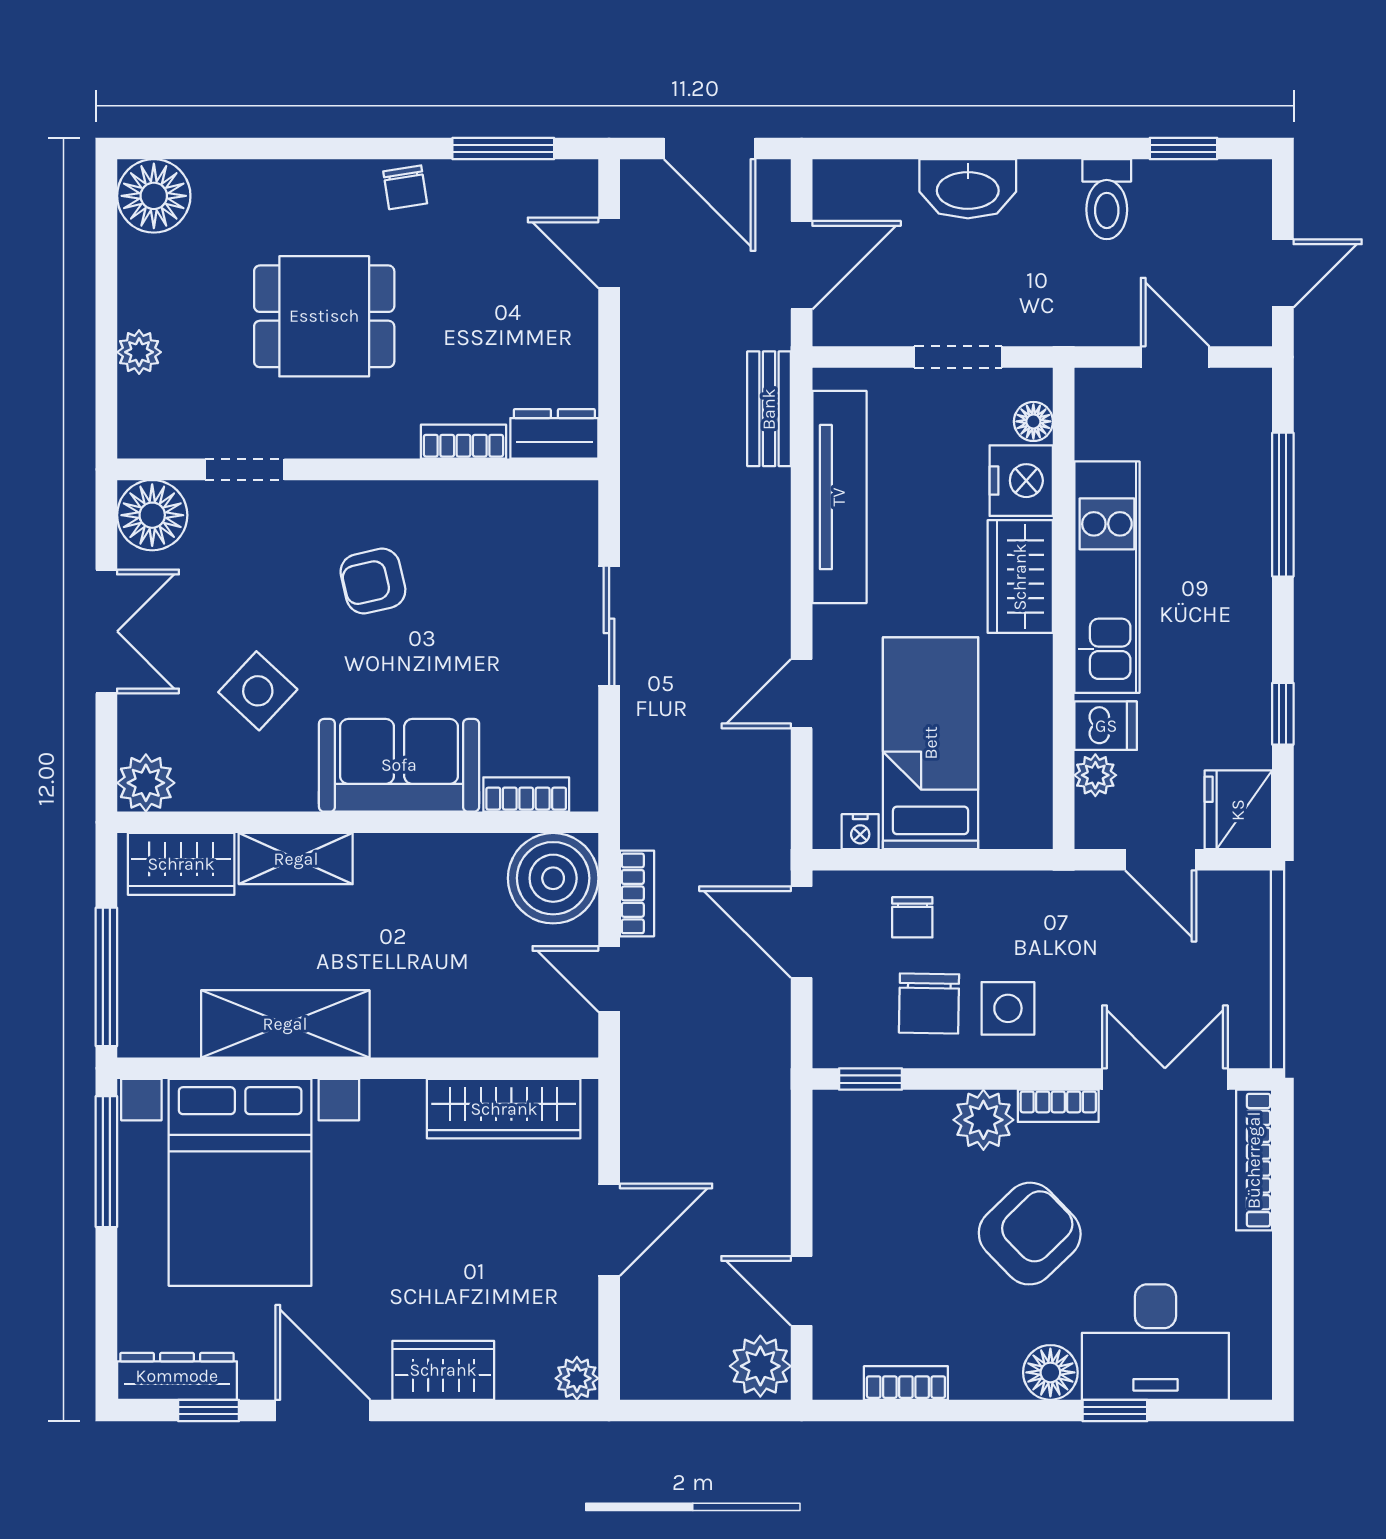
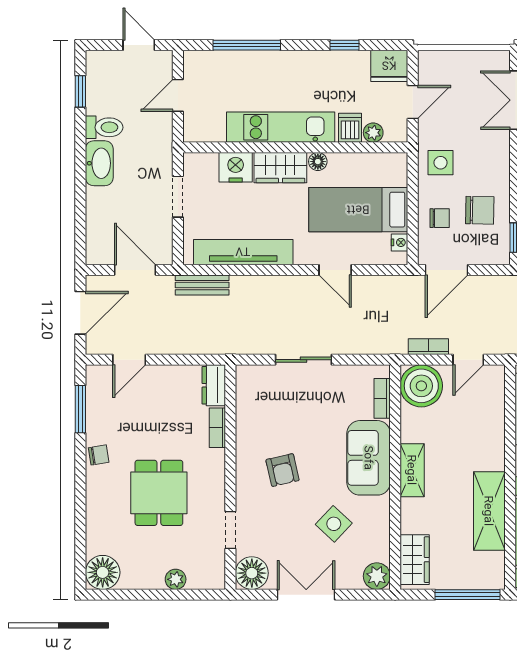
washbasin: (968, 189) -> (99, 163), moved
floor lamp: (1033, 421) -> (318, 162), moved
shelving: (296, 859) -> (412, 470), moved
side table: (1008, 1008) -> (441, 163), moved

